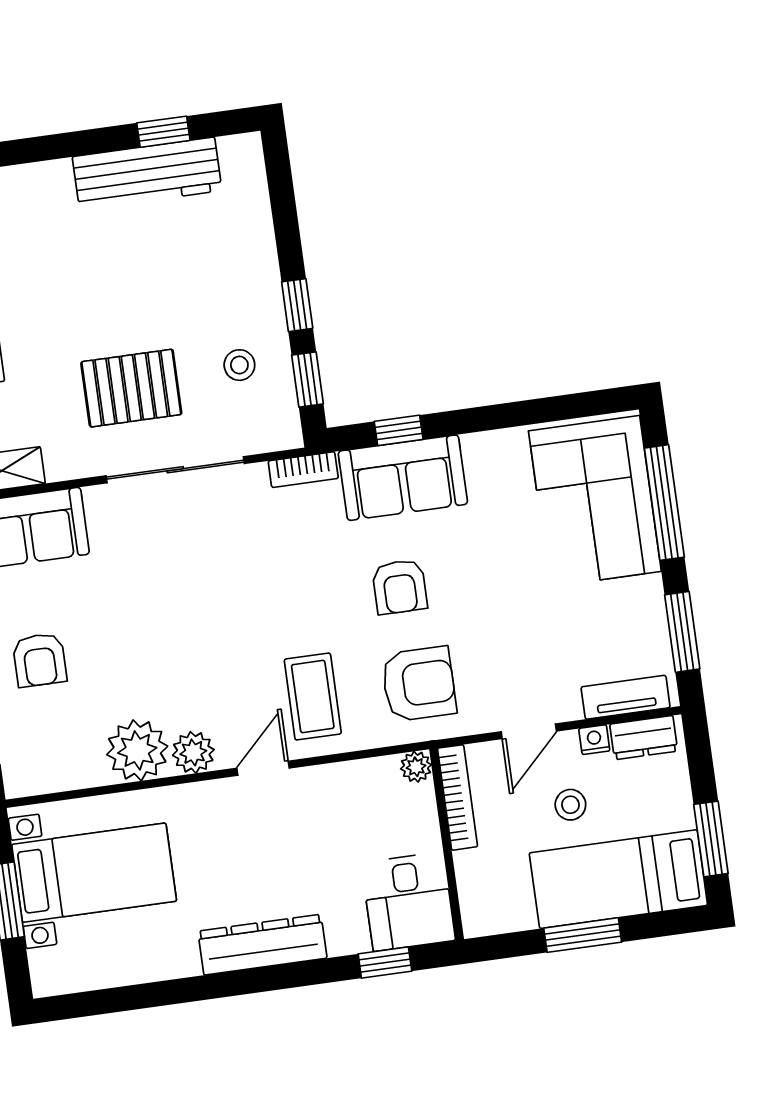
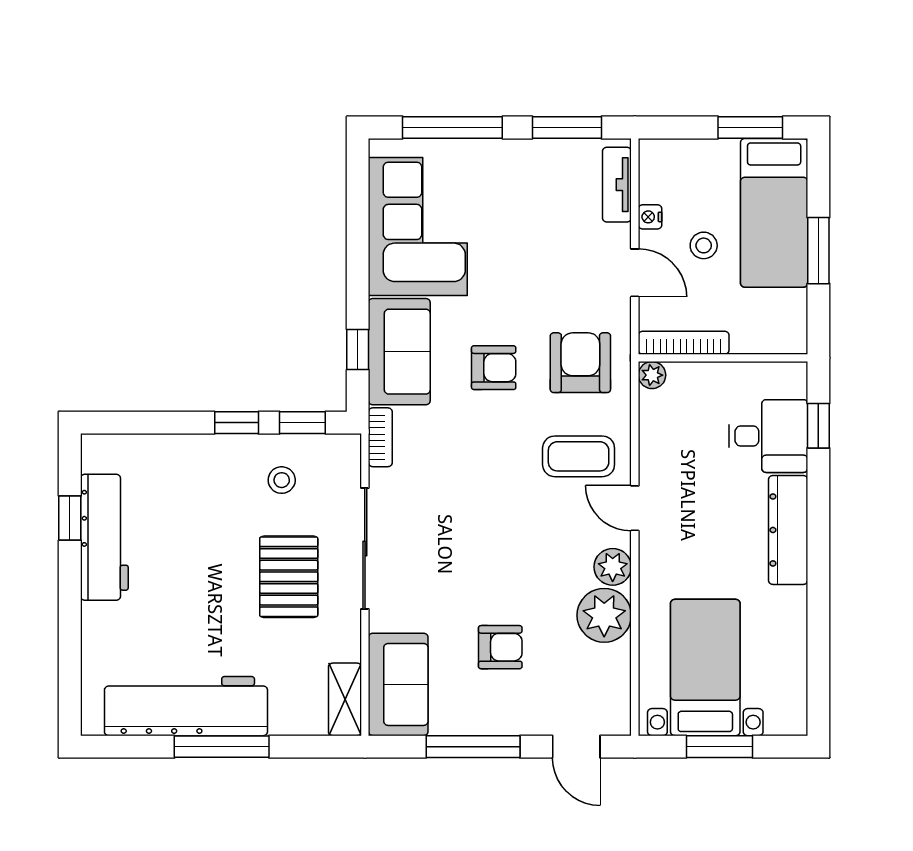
corner sofa: (595, 501) -> (418, 226), moved, turned -90
armchair: (40, 660) -> (500, 647), moved
dresser: (644, 738) -> (654, 174), removed
desk: (408, 902) -> (768, 436), moved

